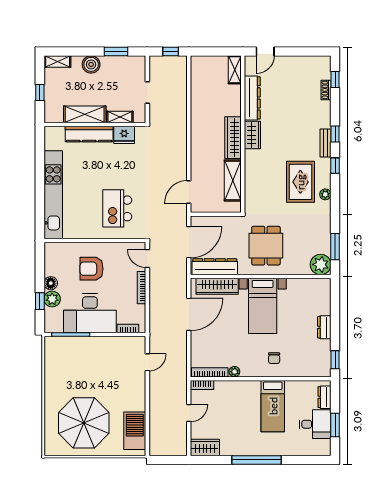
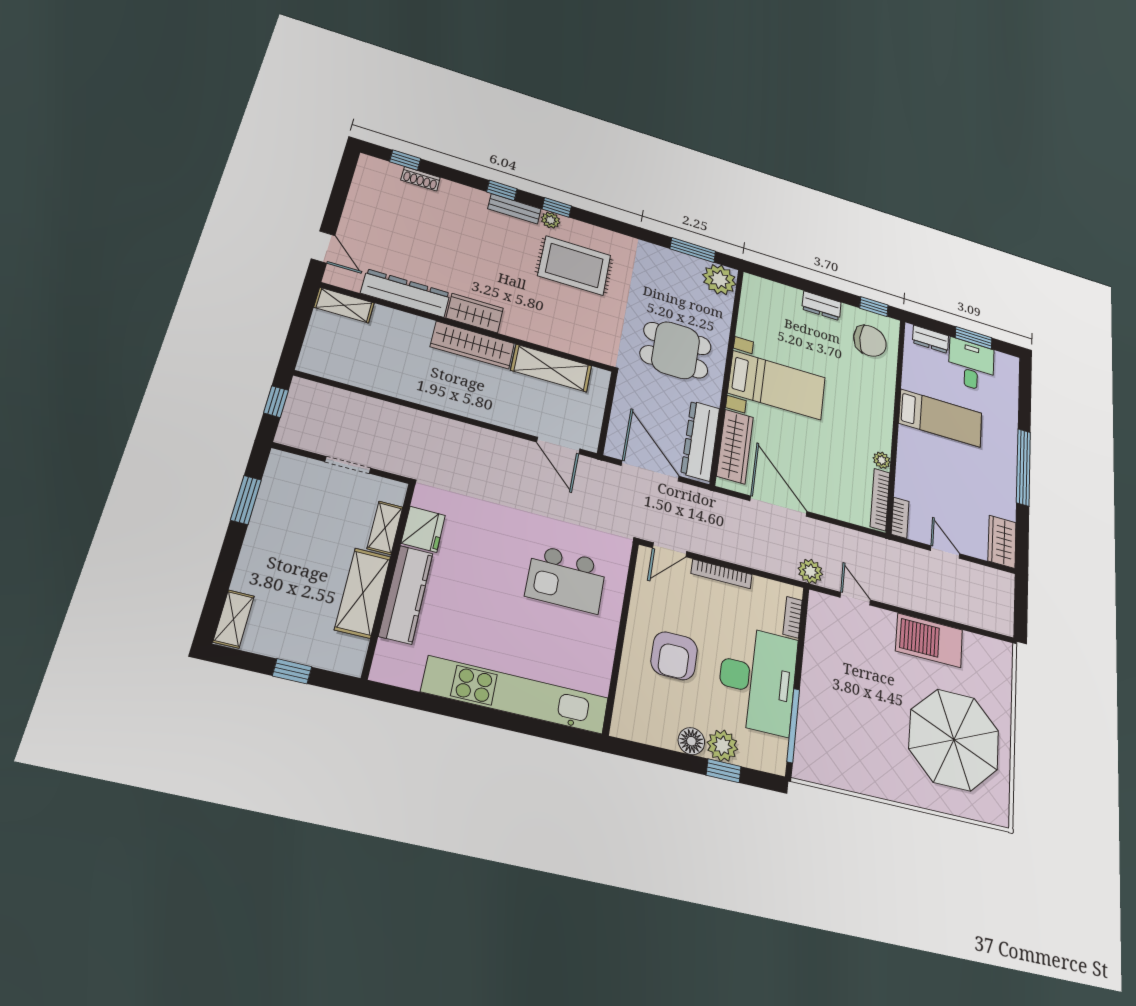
boiler: (91, 64) -> (260, 554), removed
plant: (325, 194) -> (551, 220), moved
plant: (156, 336) -> (810, 571), added
chair: (274, 358) -> (870, 341), moved, width x1.87, depth x1.87
barbecue: (135, 431) -> (929, 640), moved

